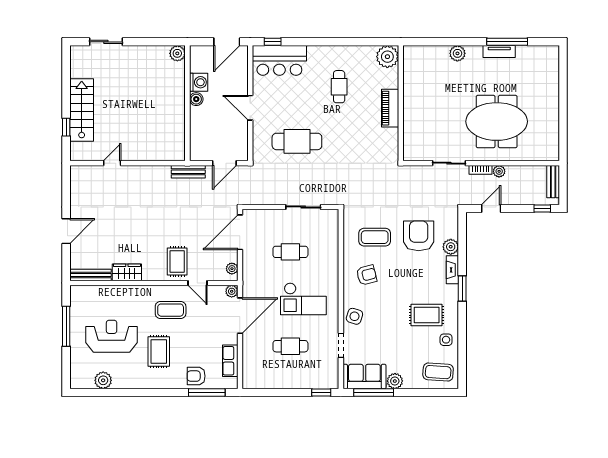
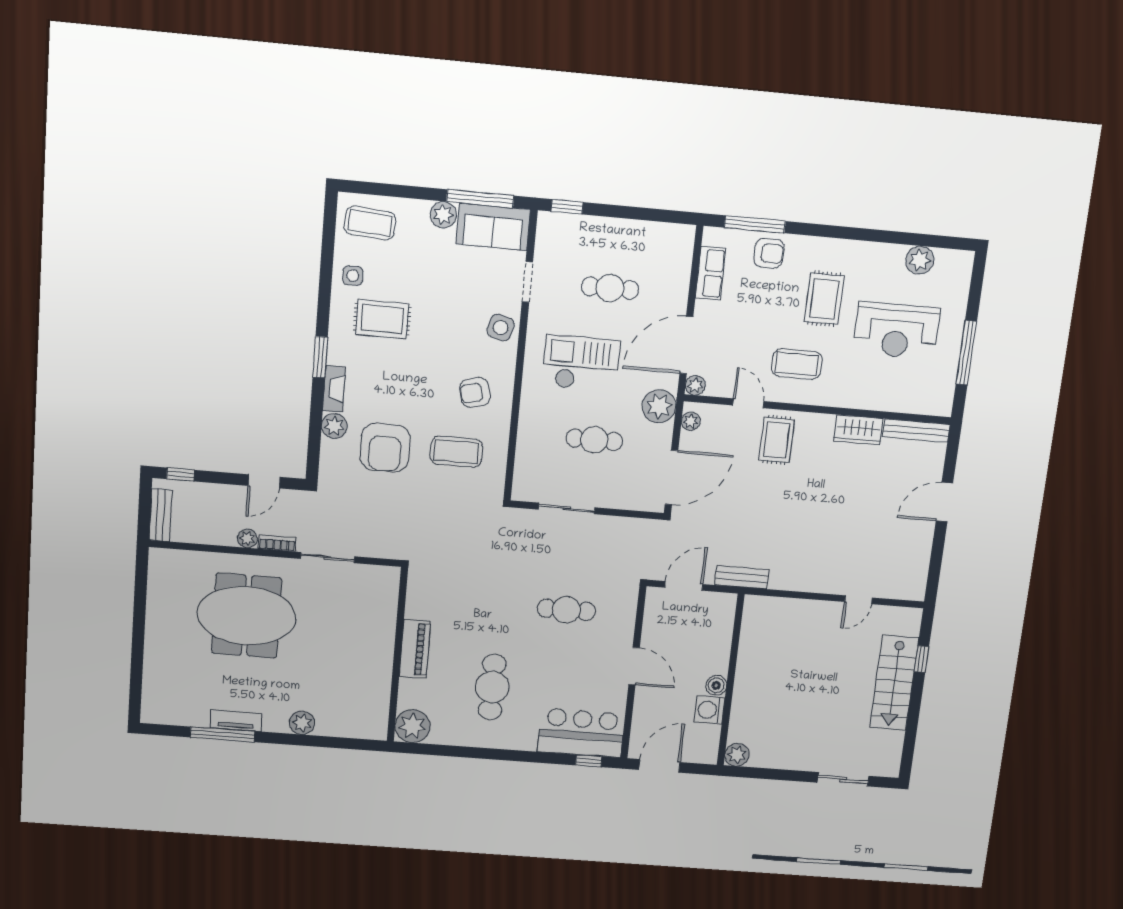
cafe table: (339, 87) -> (492, 687), width x1.37, depth x1.35
cafe table: (297, 141) -> (566, 610), width x0.73, depth x0.74
plant: (253, 276) -> (659, 406), added

